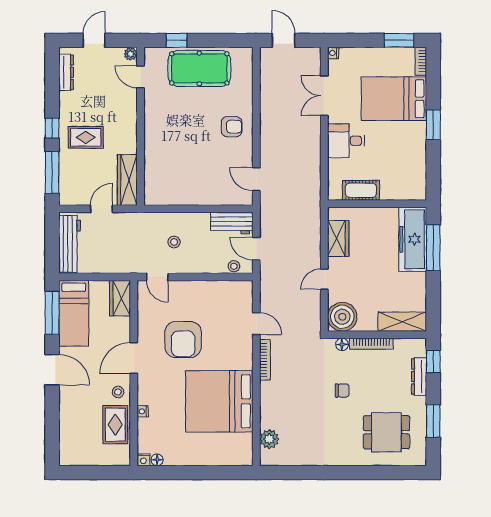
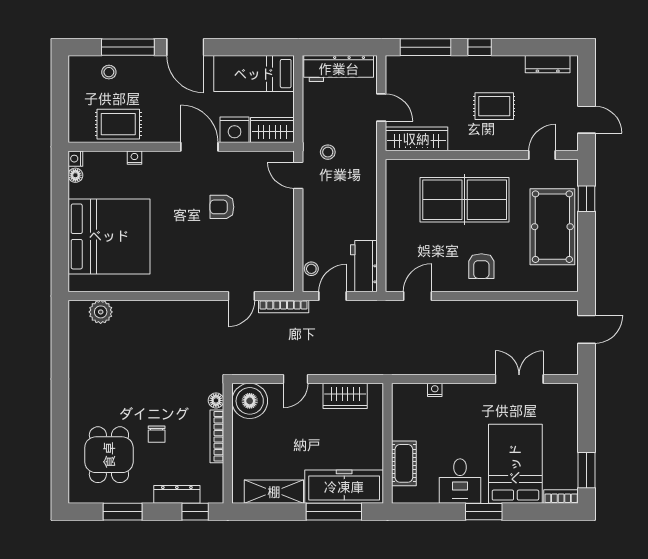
door: (94, 40) -> (587, 120), moved
nightstand: (333, 53) -> (435, 390), moved
plant: (131, 54) -> (570, 143), removed
rug: (86, 137) -> (494, 106), moved, turned 90
table tennis table: (177, 140) -> (465, 200), added
desk: (346, 141) -> (460, 481), moved, turned 180
cot: (361, 190) -> (404, 463), moved
stool: (174, 242) -> (328, 152), moved
door: (157, 277) -> (298, 175), hinge flipped
door: (324, 279) -> (296, 379), swing flipped
window: (52, 313) -> (128, 47), moved
shelving: (402, 322) -> (274, 492), moved, turned 90
nightstand: (120, 329) -> (235, 130), added
armchair: (183, 340) -> (222, 207), width x0.53, depth x0.53
bookcase: (265, 360) -> (284, 307), moved
door: (52, 370) -> (185, 47), hinge flipped
chair: (342, 391) -> (157, 434), moved
stool: (118, 392) -> (109, 72), moved
bed: (219, 401) -> (109, 236), moved, turned 90

